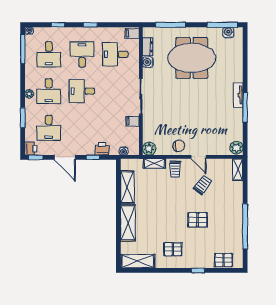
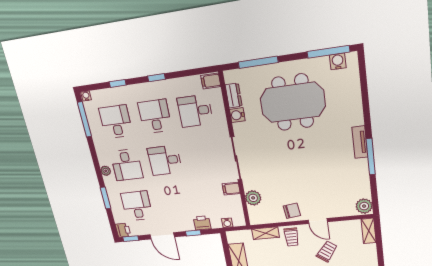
desk: (49, 54) -> (116, 122), turned 180
desk: (49, 128) -> (137, 206), turned 180
plant: (149, 149) -> (253, 198), moved

